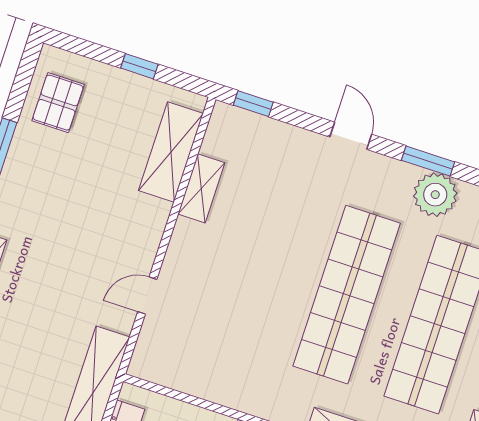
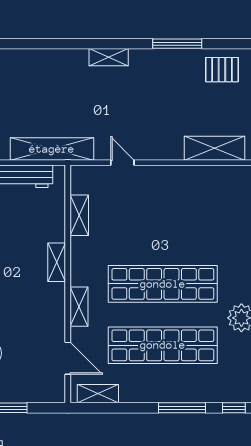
shelving: (201, 188) -> (79, 215), moved, turned 90

